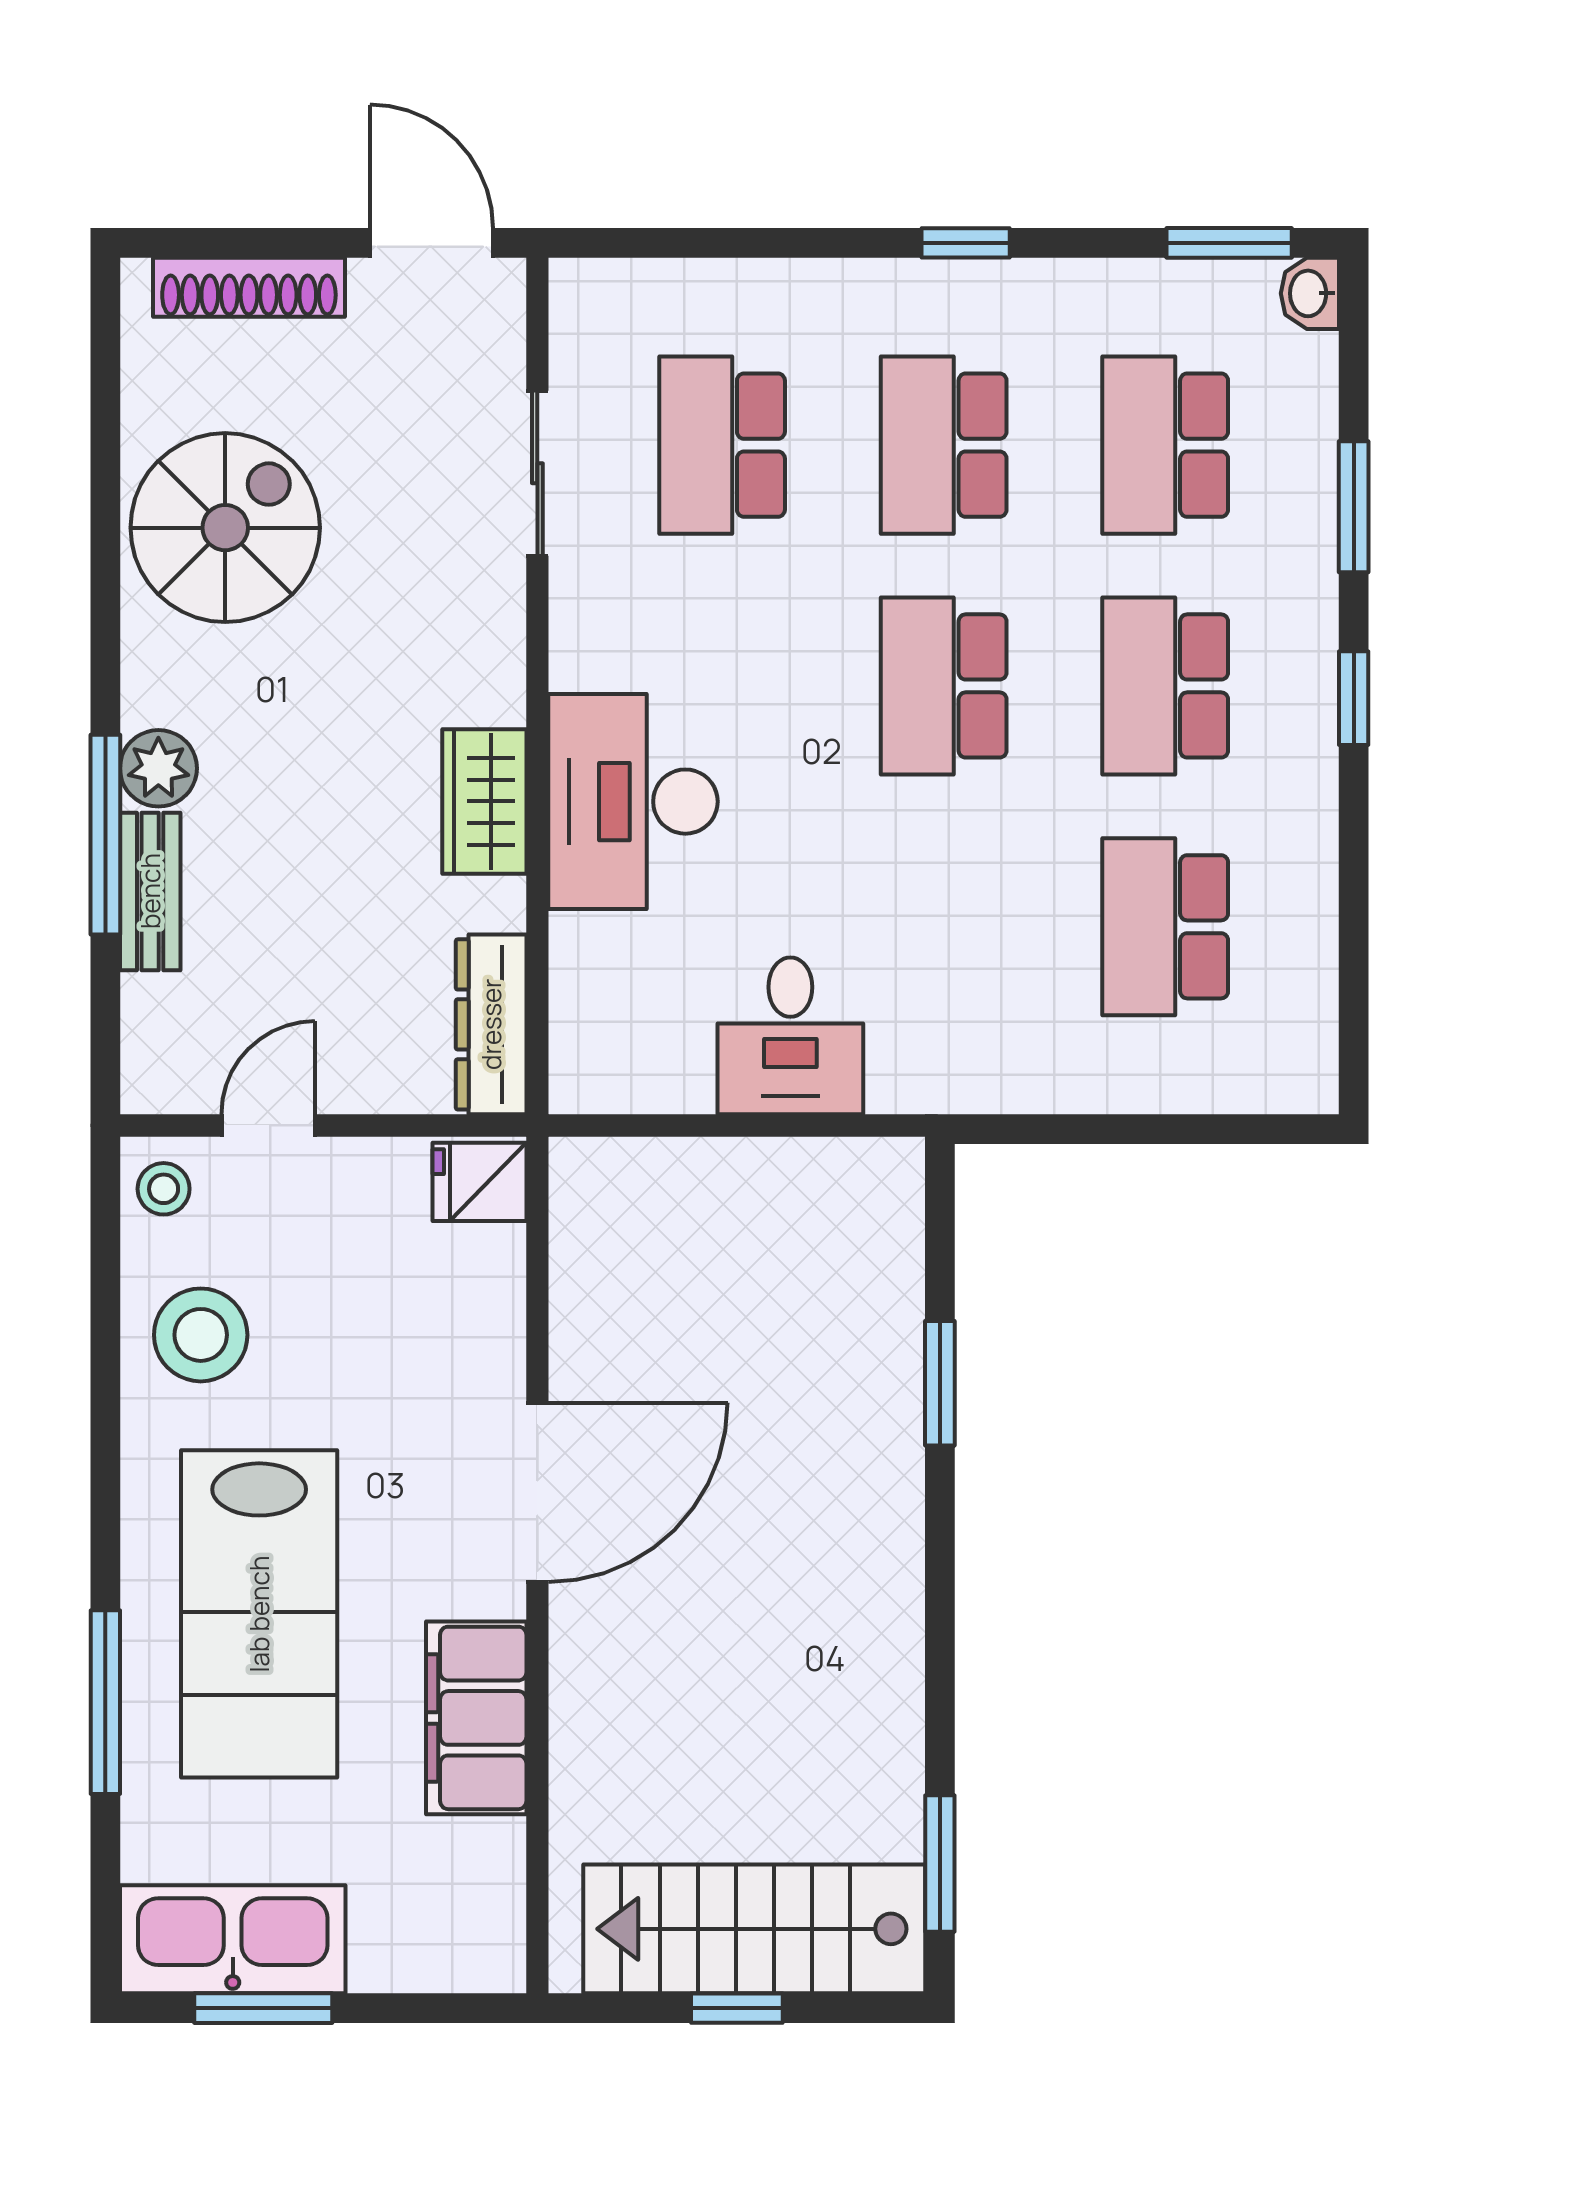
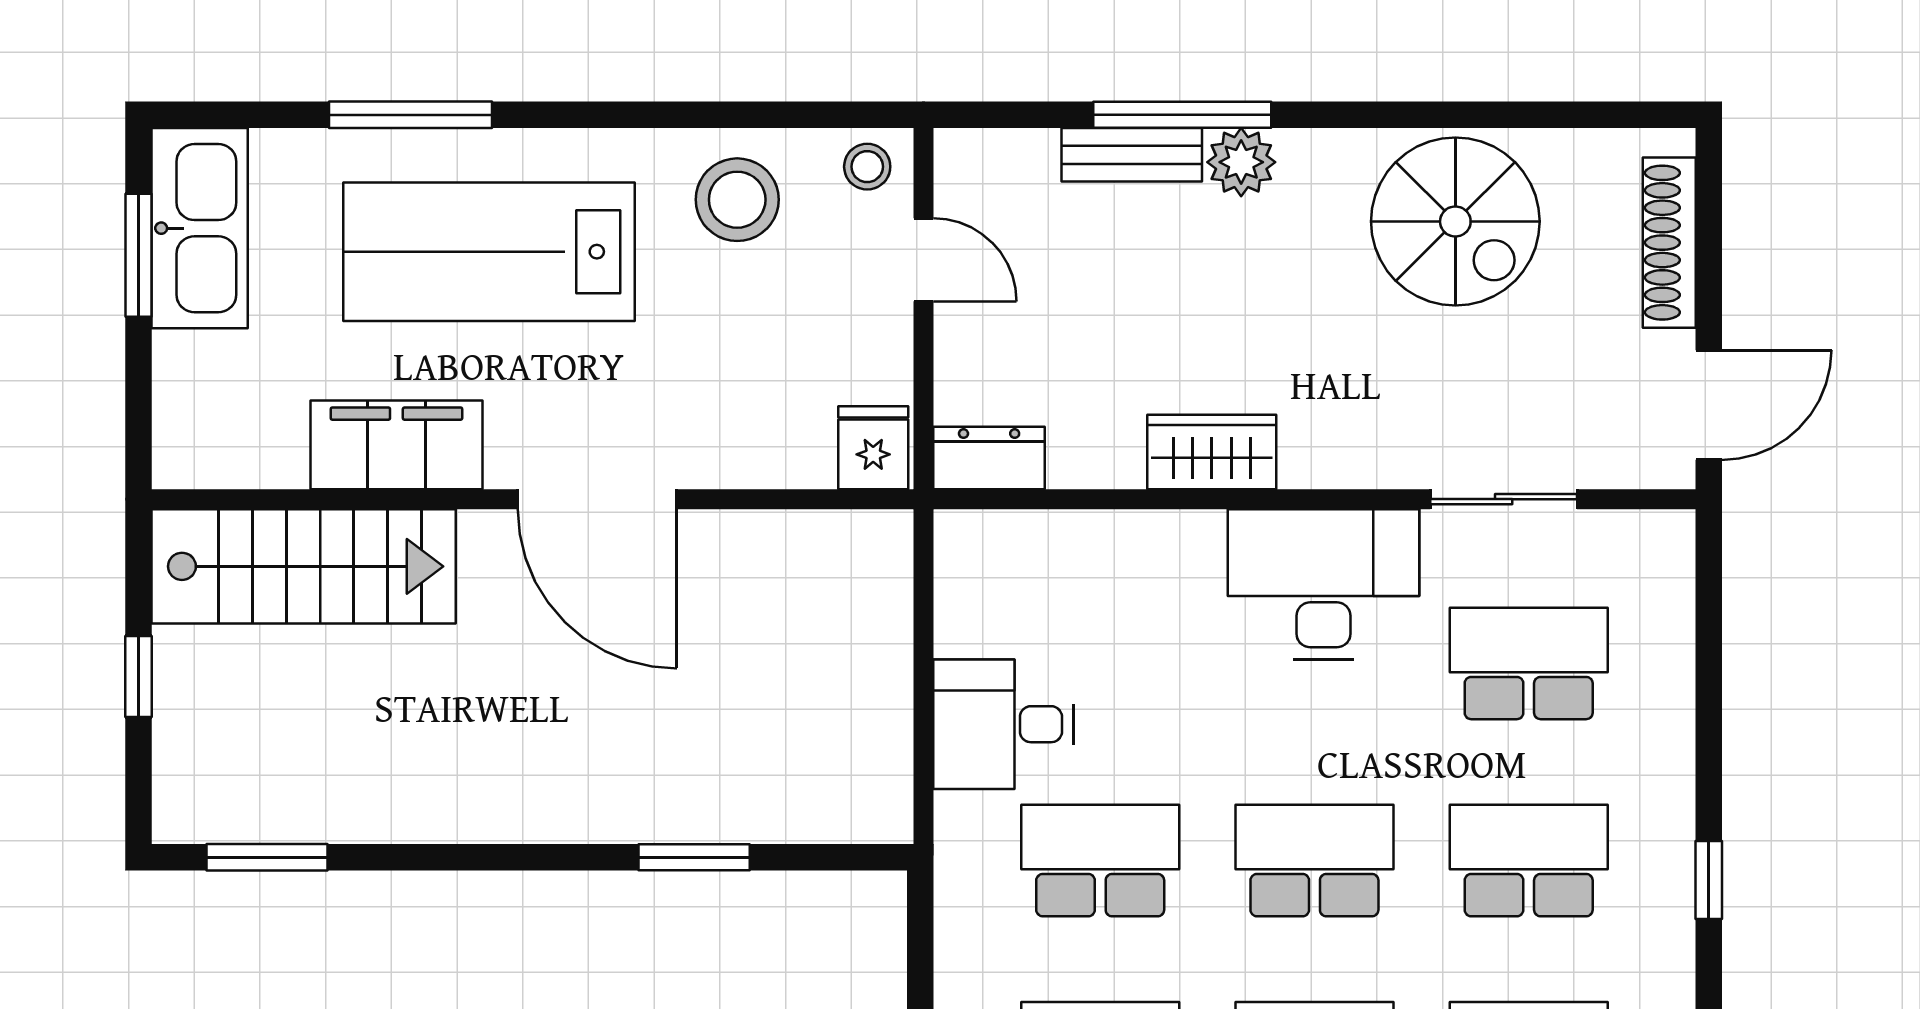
desk: (633, 802) -> (1324, 584), moved
school desk: (944, 927) -> (1100, 861), added
dresser: (491, 1024) -> (989, 458), width x0.70
stairs: (754, 1929) -> (304, 566), moved, turned 90

